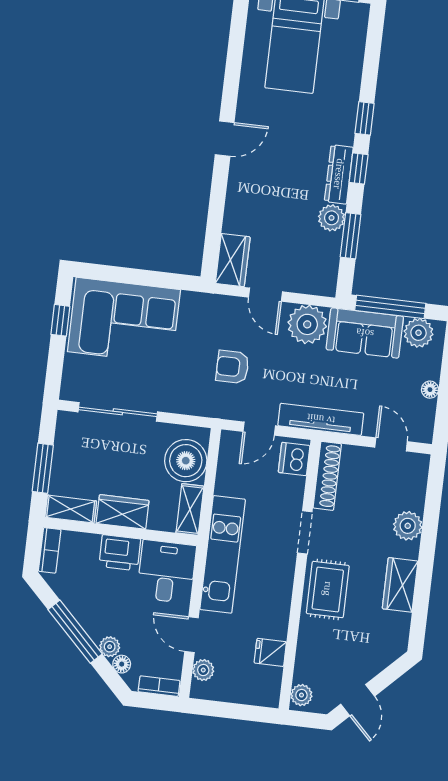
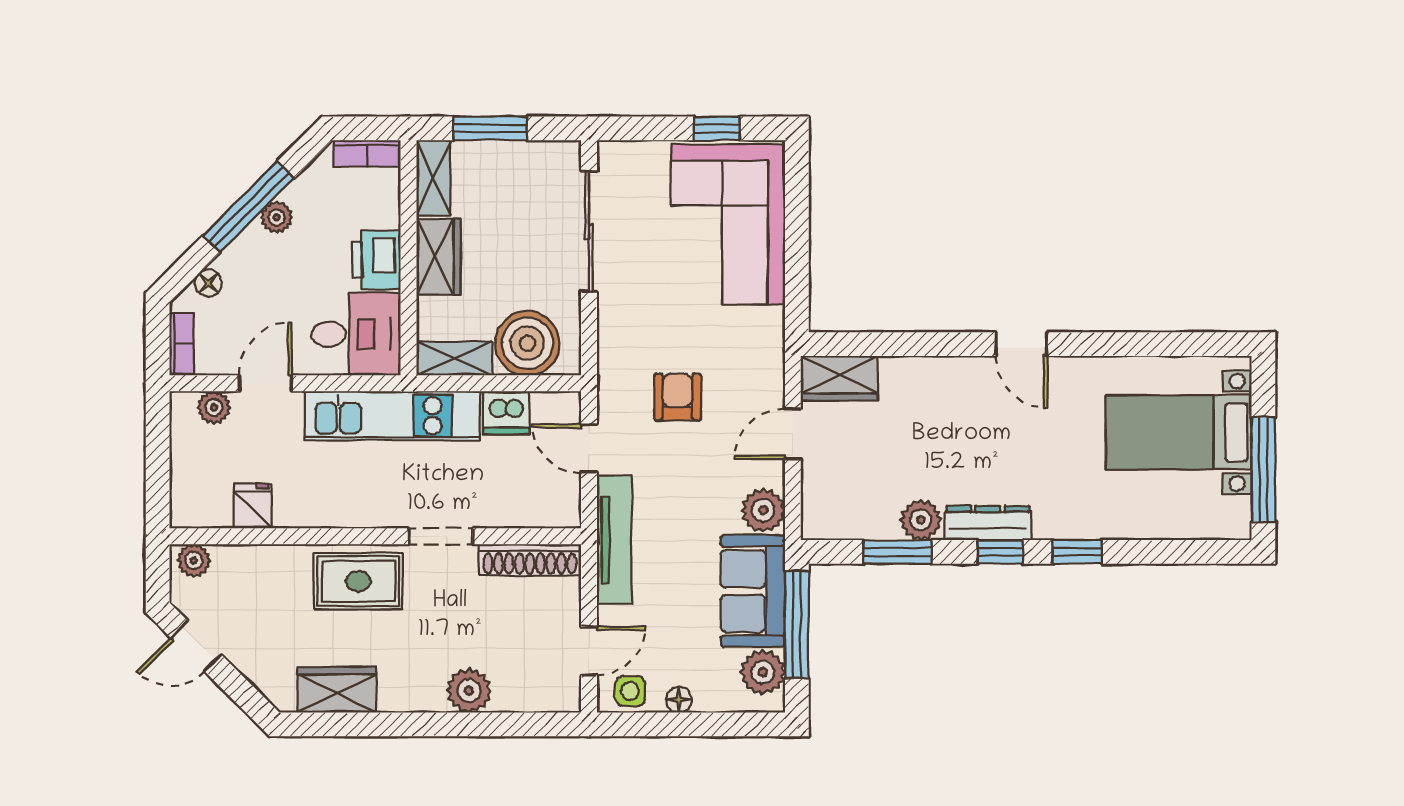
plant: (307, 324) -> (763, 510), width x0.73, depth x0.73
side table: (421, 421) -> (630, 691), added
dishwasher: (294, 459) -> (506, 413), moved, turned 180
wardrobe: (400, 585) -> (337, 690), moved
plant: (110, 647) -> (277, 217), moved

